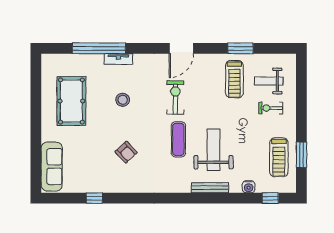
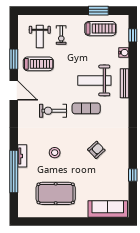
door: (181, 48) -> (14, 91), moved

